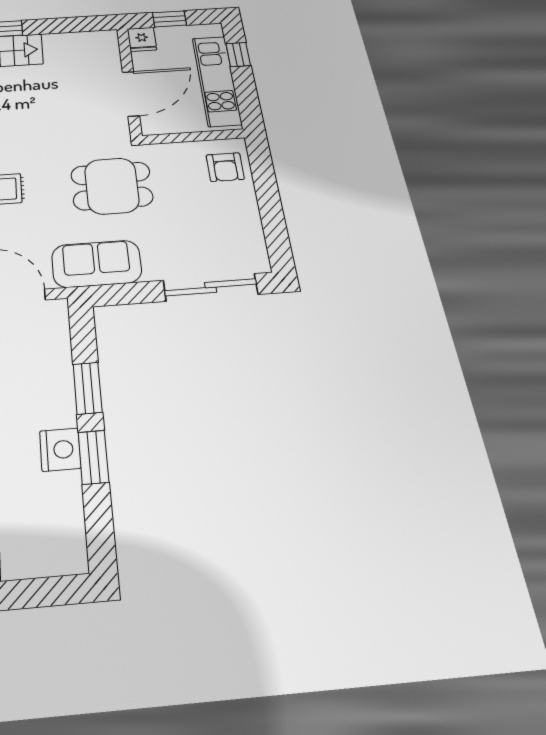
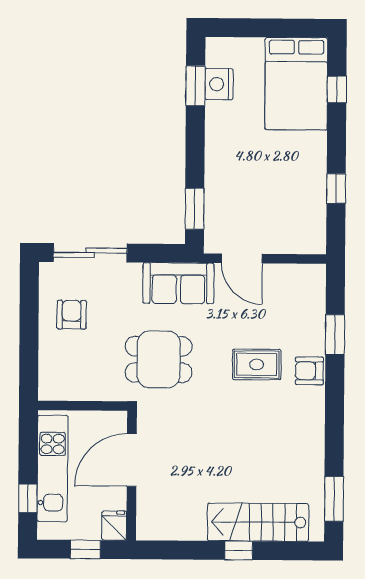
armchair: (225, 167) -> (72, 315), moved
window: (88, 388) -> (195, 209), moved
nightstand: (60, 450) -> (219, 84), moved
window: (93, 457) -> (196, 86), moved

